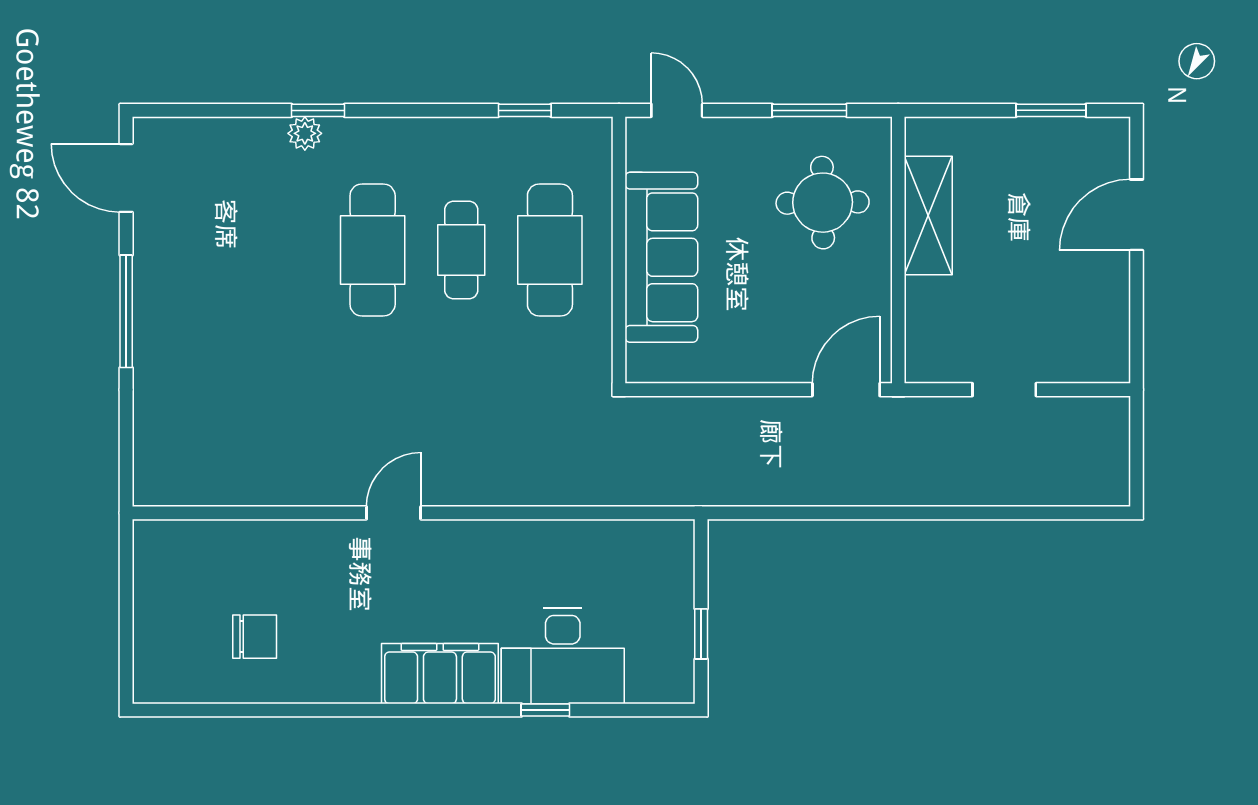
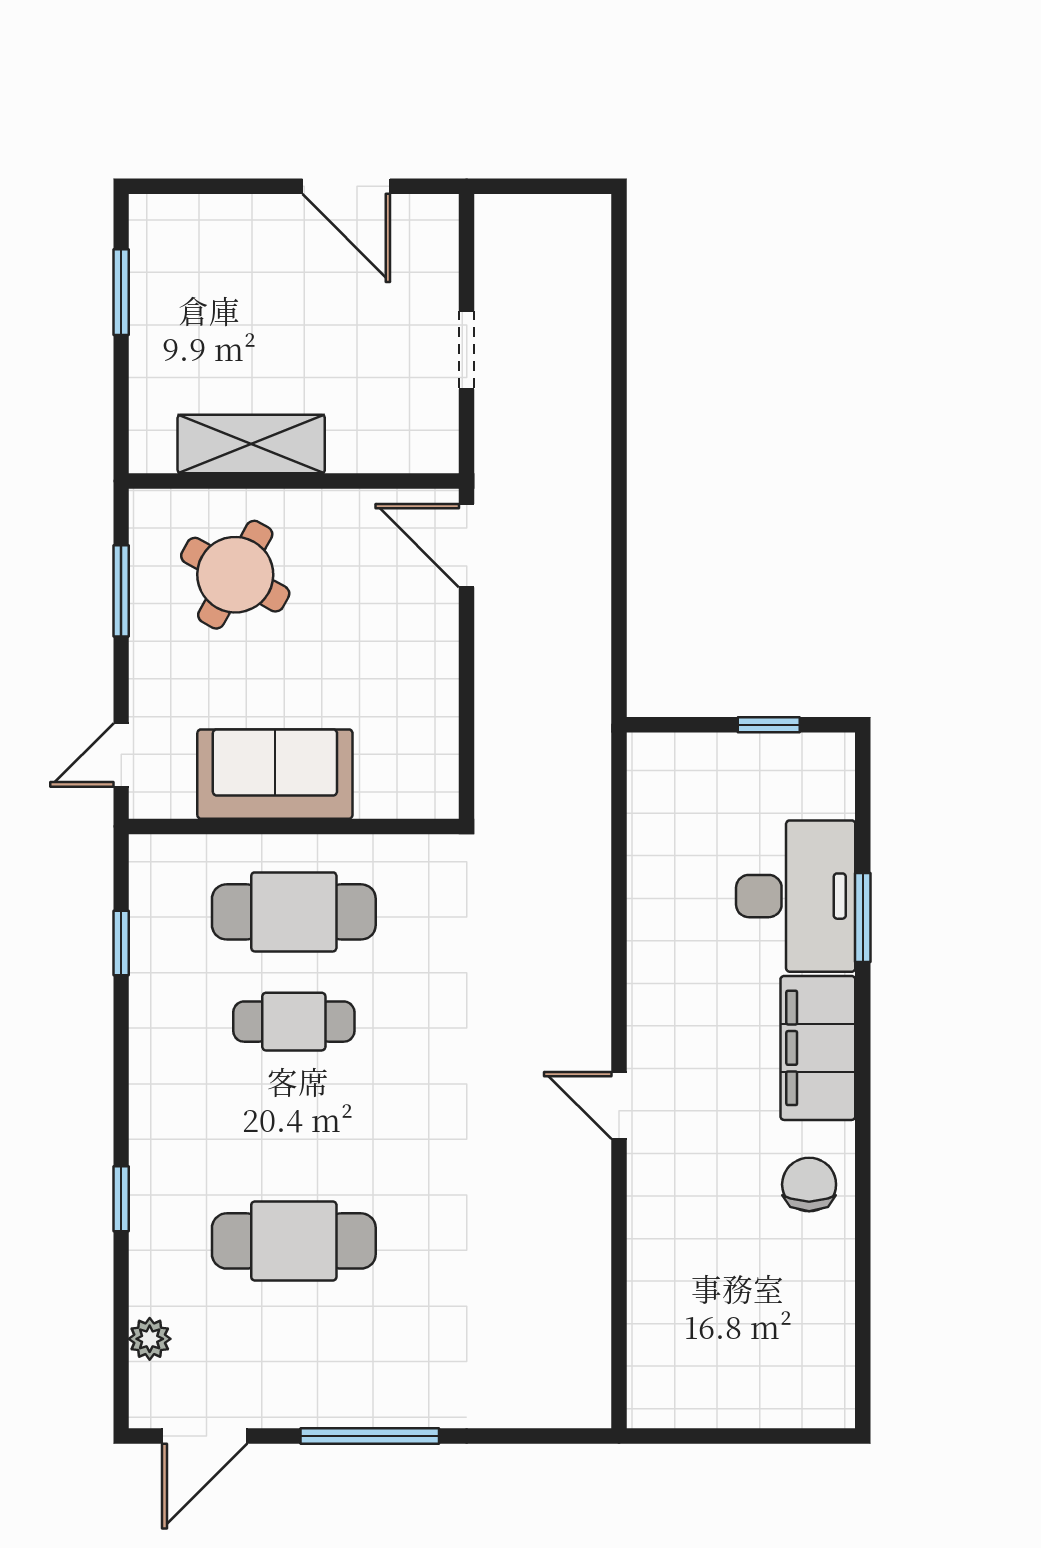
plant: (305, 133) -> (150, 1339), moved
round table: (823, 203) -> (235, 575), turned 30
door: (1137, 215) -> (346, 186), moved
cafe table: (373, 250) -> (294, 1241), moved
sofa: (661, 257) -> (275, 774), width x0.73
chair: (255, 637) -> (809, 1184), moved
window: (545, 710) -> (863, 917), width x1.50

